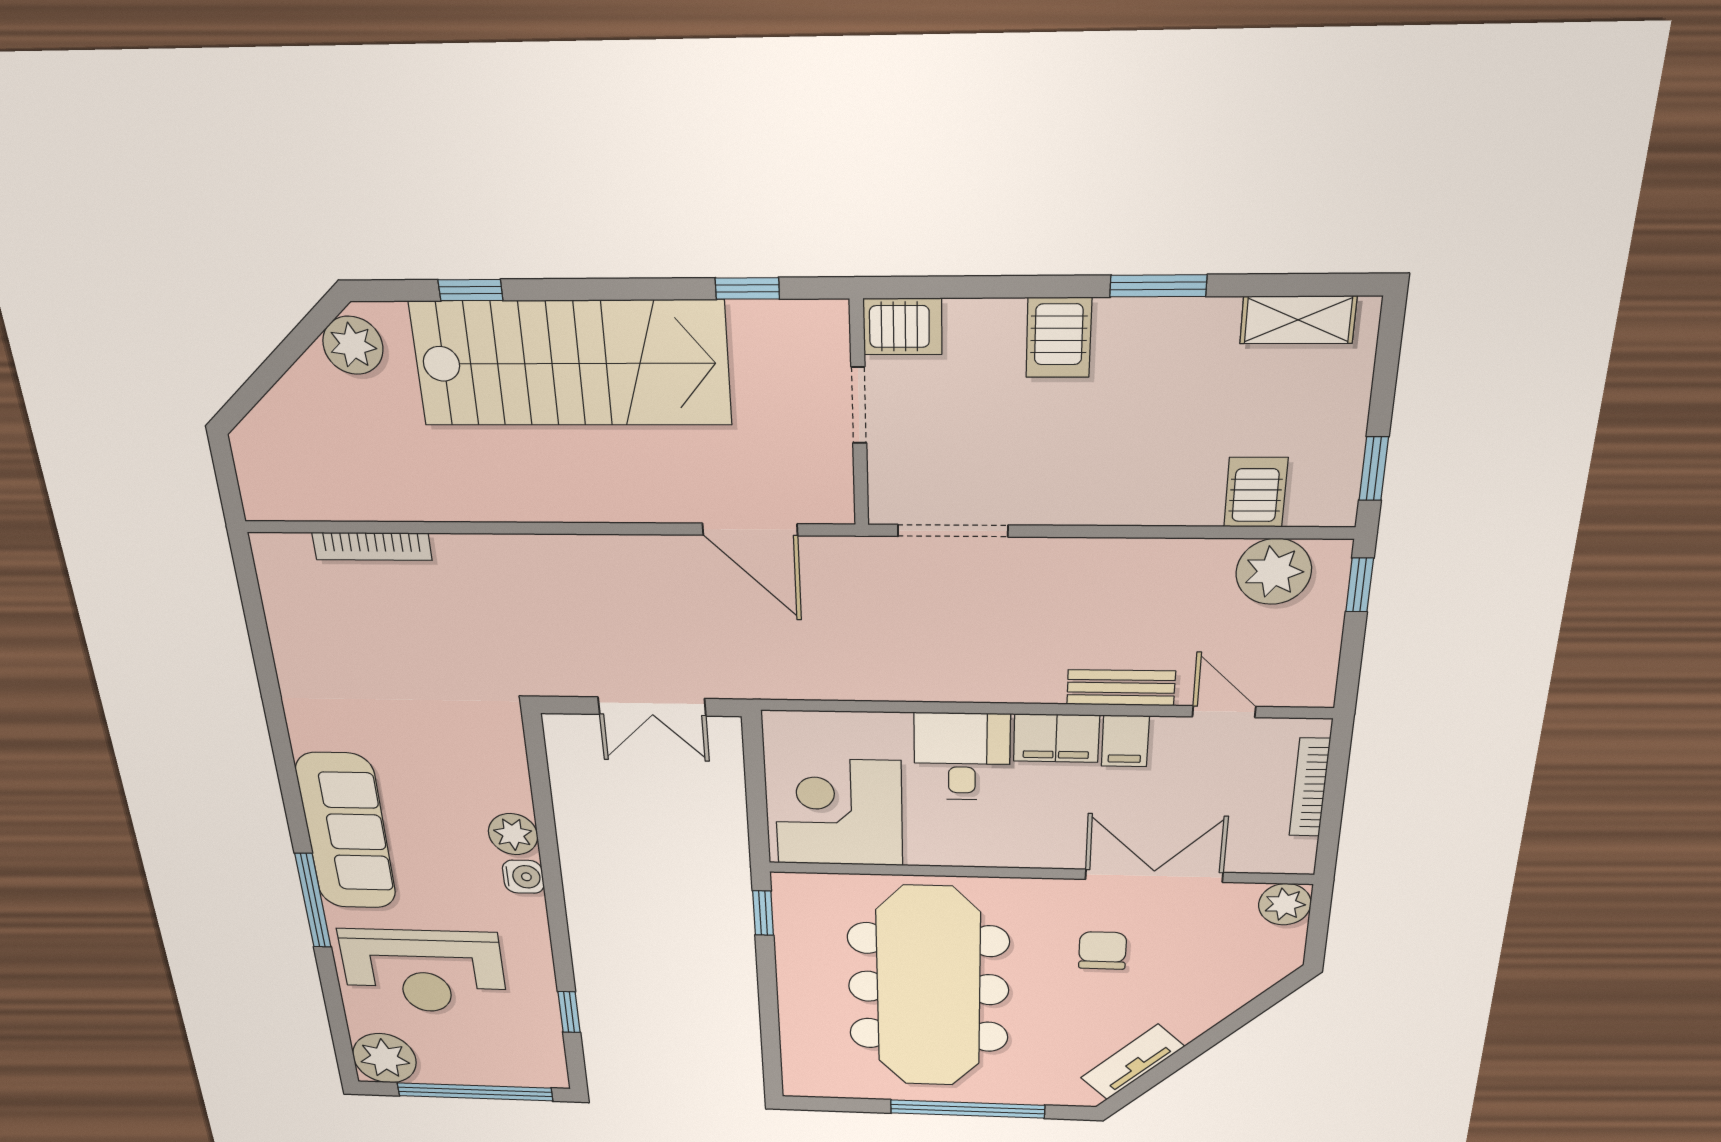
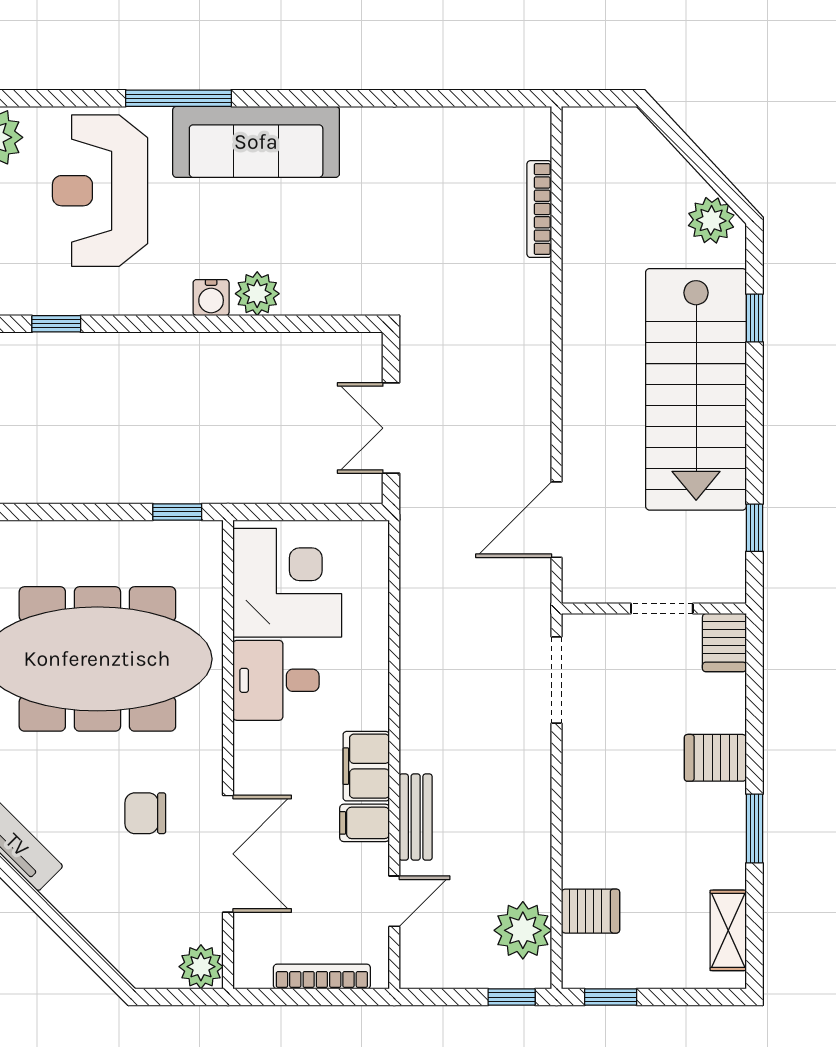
desk: (962, 757) -> (276, 680), moved, turned 180
chair: (1103, 951) -> (145, 813), turned 180

